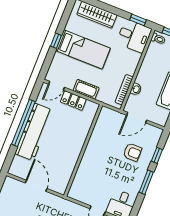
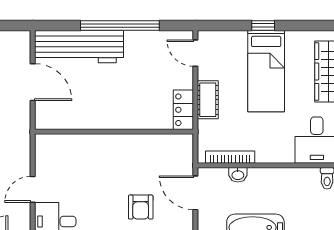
locker: (73, 101) -> (183, 110), moved
workbench: (34, 132) -> (79, 47), moved
door: (36, 186) -> (33, 82), hinge flipped

